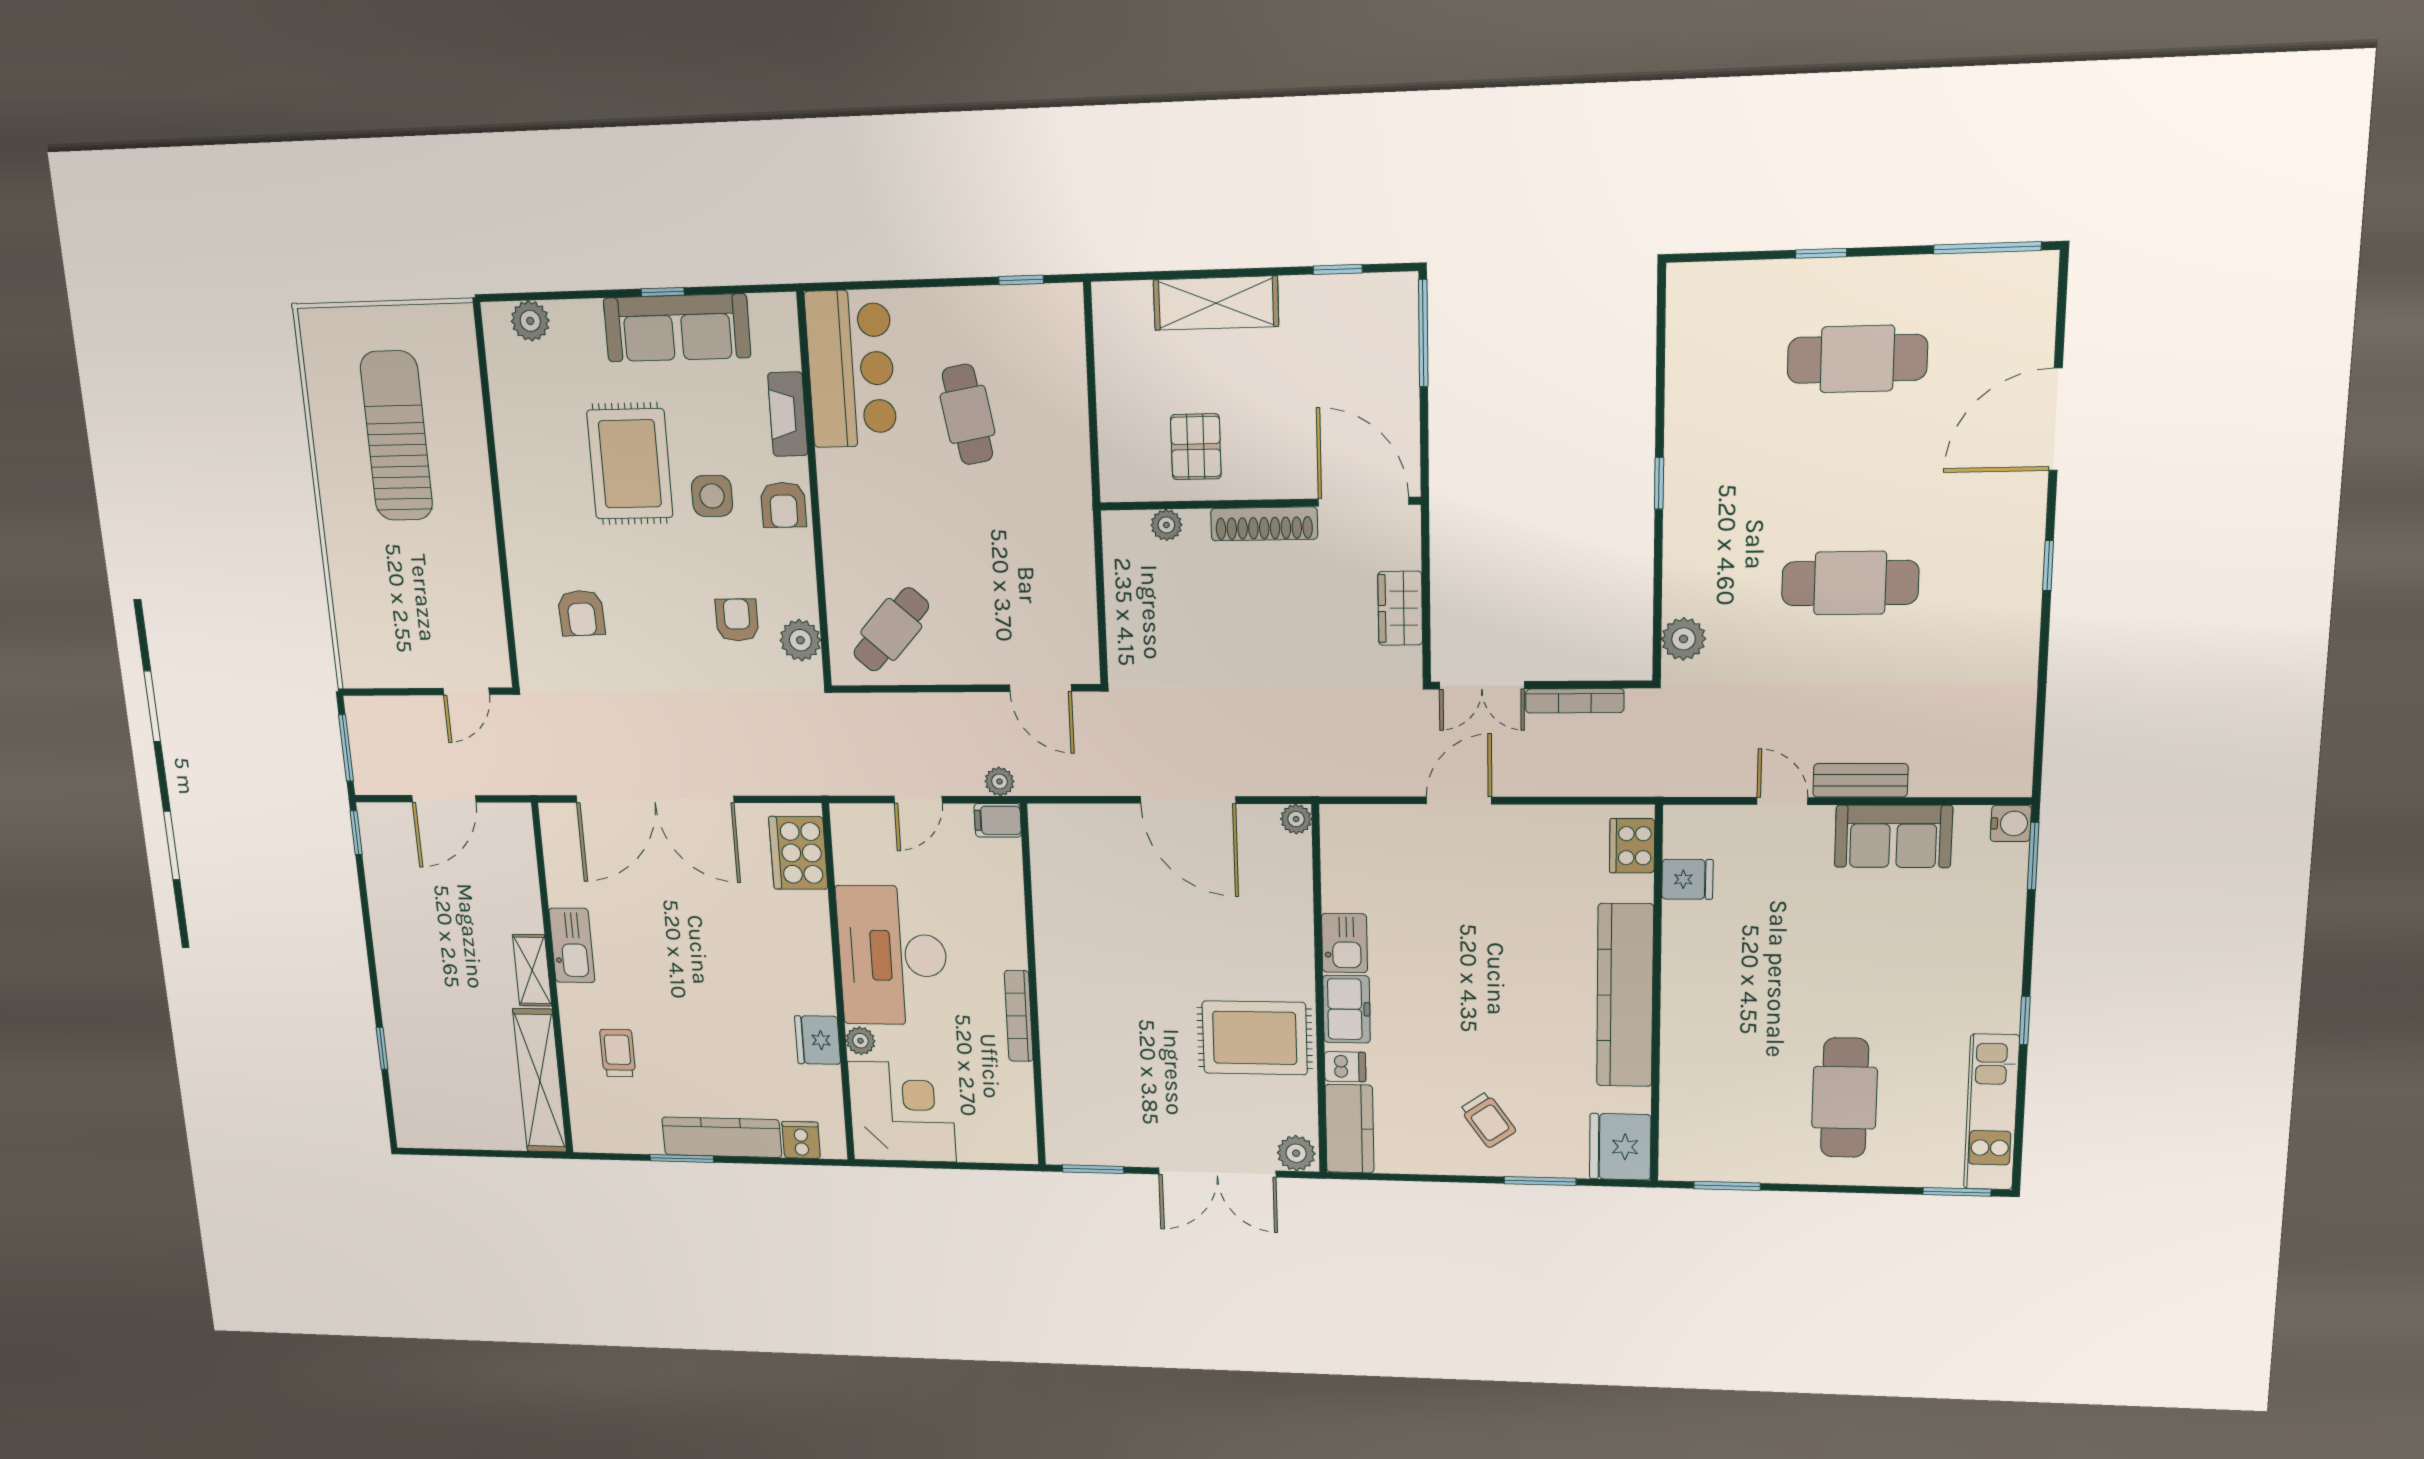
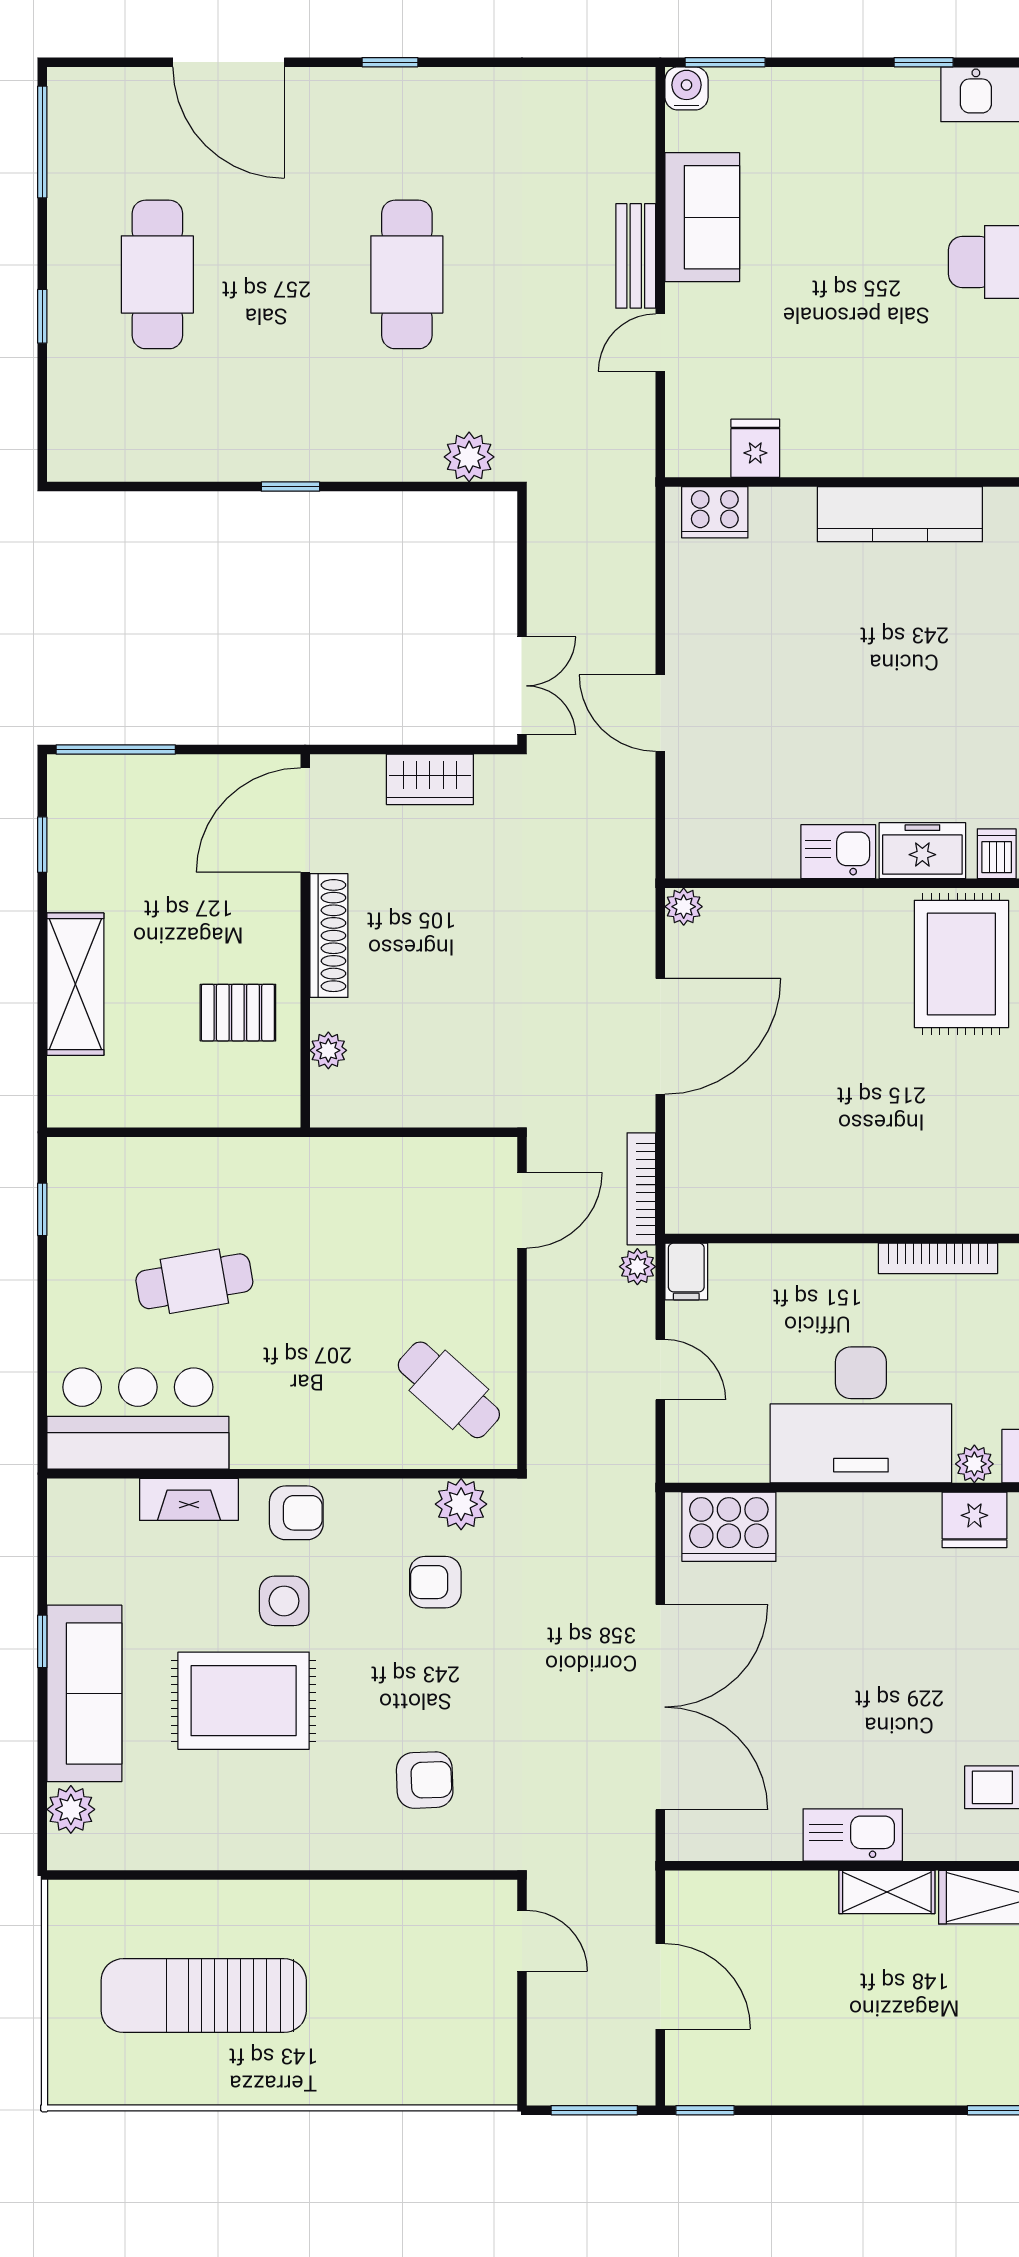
sofa: (677, 328) -> (84, 1693), moved
bookcase: (1575, 701) -> (641, 1189), moved, turned 180
kitchen counter: (1625, 995) -> (900, 514), width x0.72, depth x0.86

